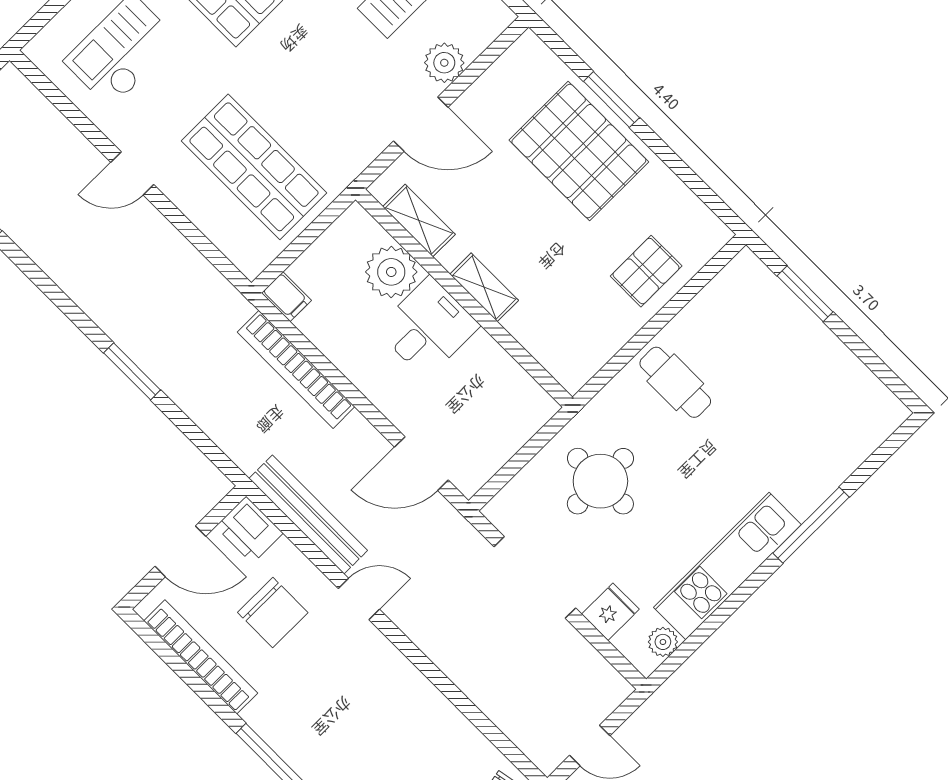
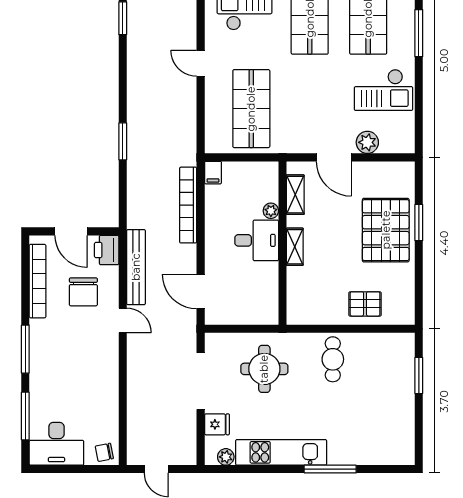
plant: (391, 272) -> (271, 211), width x0.53, depth x0.53

